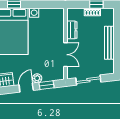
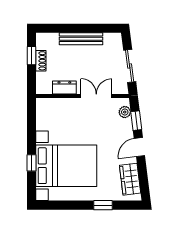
plant: (37, 78) -> (125, 112), moved
door: (26, 88) -> (139, 147), hinge flipped

